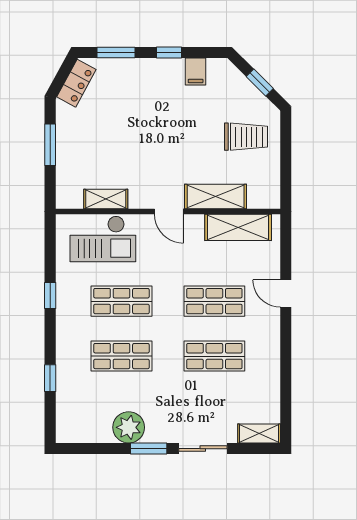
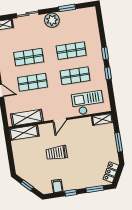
trolley: (246, 137) -> (57, 153), moved
shelving: (216, 196) -> (24, 133), moved
shelving: (106, 199) -> (102, 119), moved
door: (169, 211) -> (60, 120), swing flipped
window: (50, 378) -> (105, 53), moved
plant: (129, 427) -> (52, 20), moved
window: (149, 449) -> (67, 8), moved

